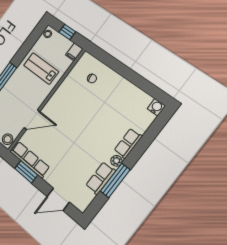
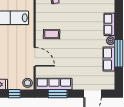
coffee table: (64, 110) -> (52, 34), added
door: (32, 120) -> (35, 57), hinge flipped

